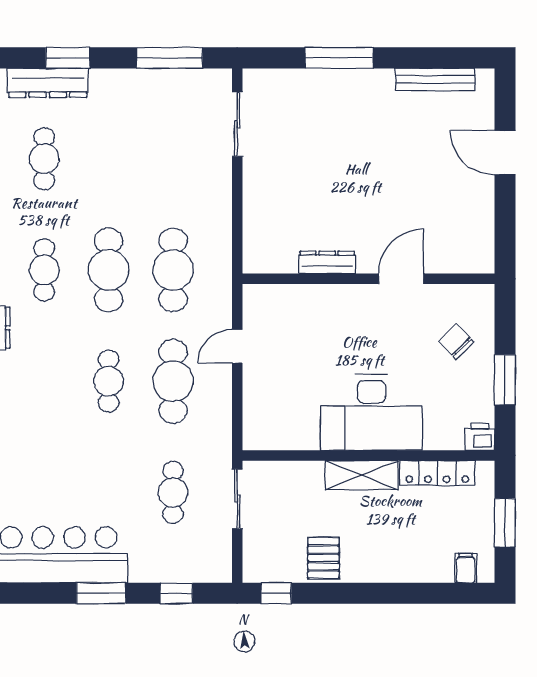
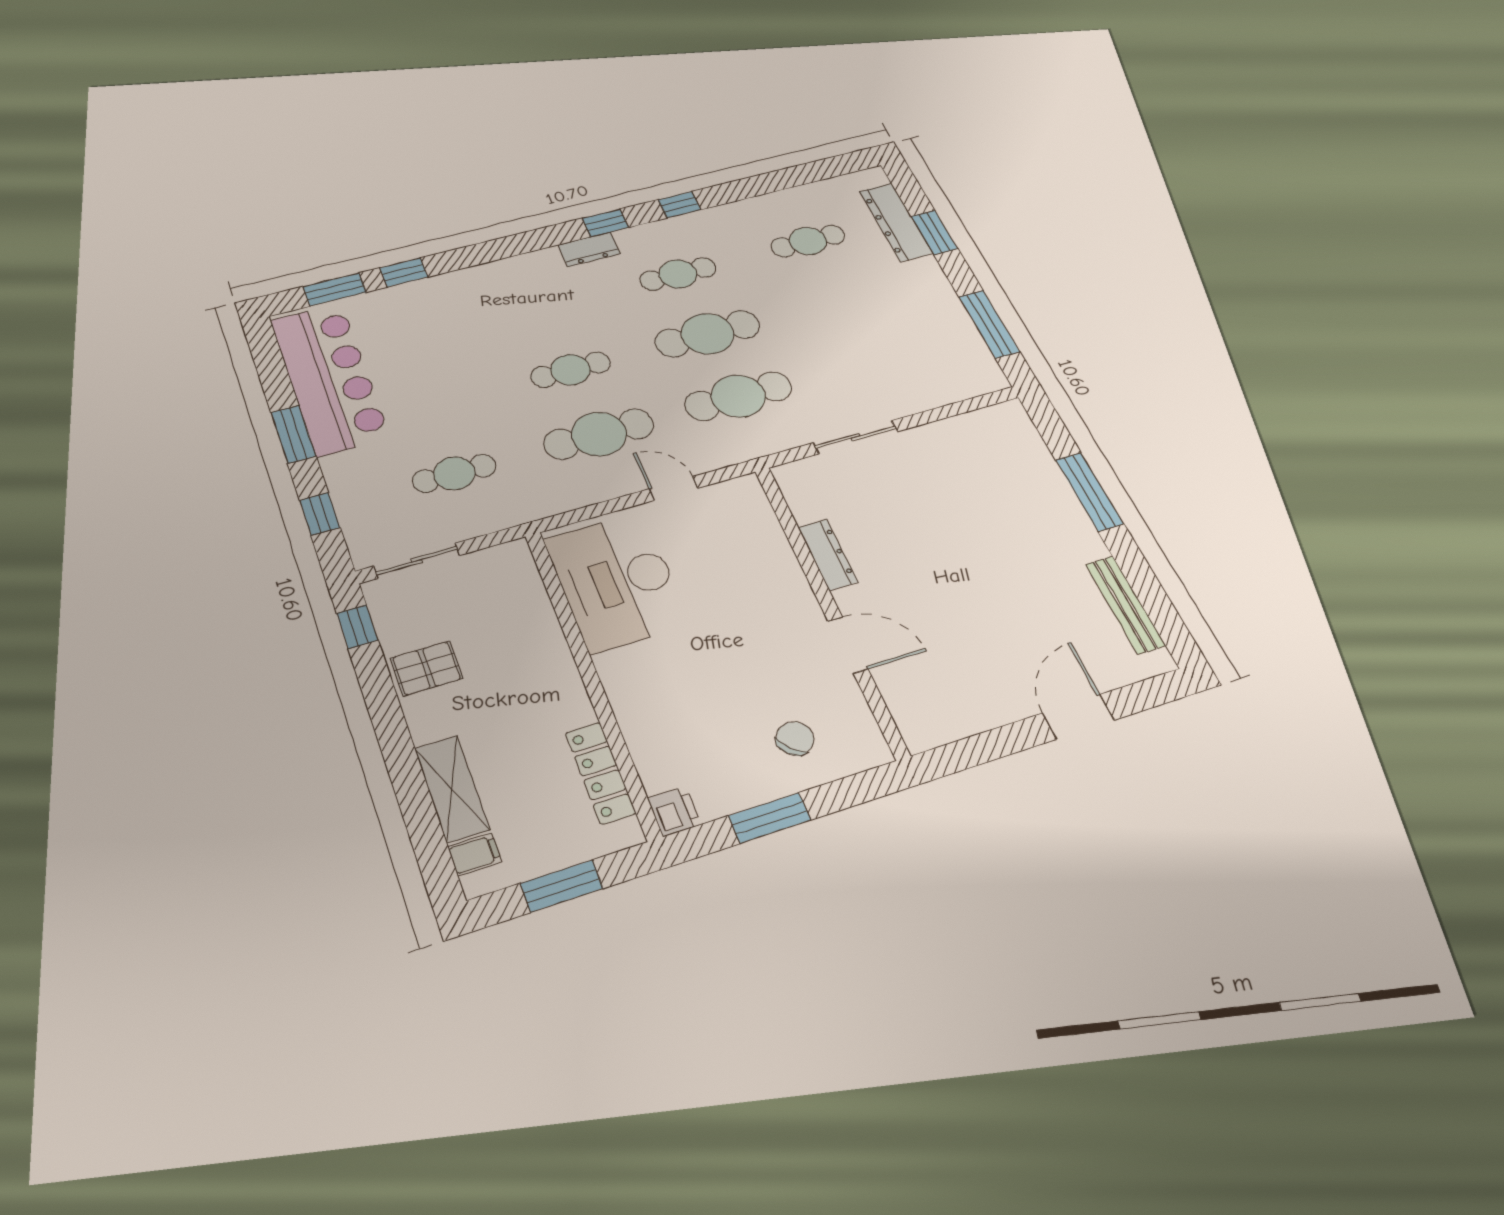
sliding door: (237, 124) -> (855, 437), moved
desk: (371, 412) -> (617, 581), moved
shelving: (362, 475) -> (452, 789), moved
sliding door: (237, 499) -> (417, 561), moved

